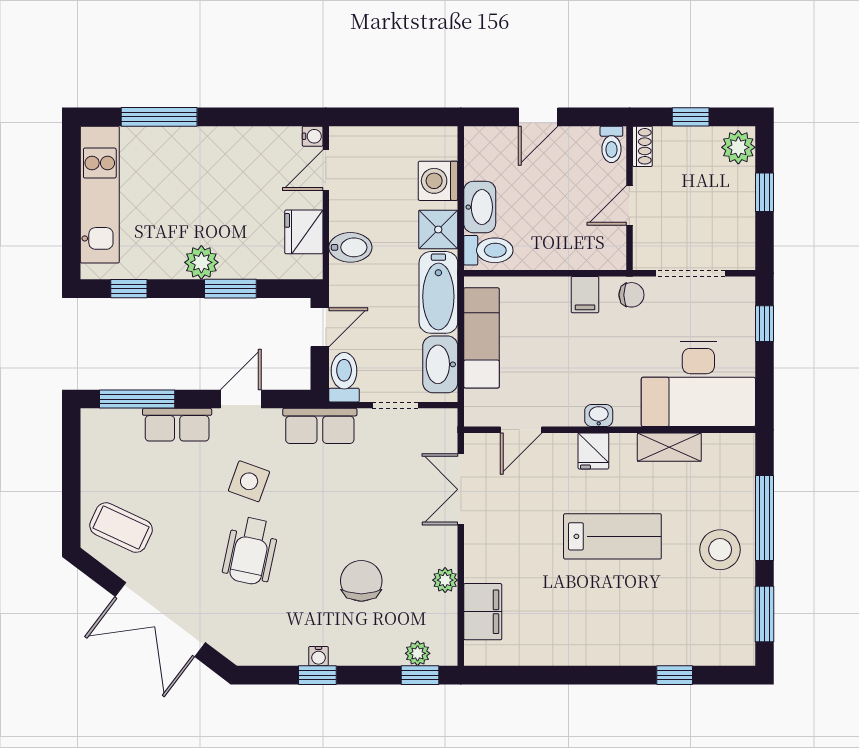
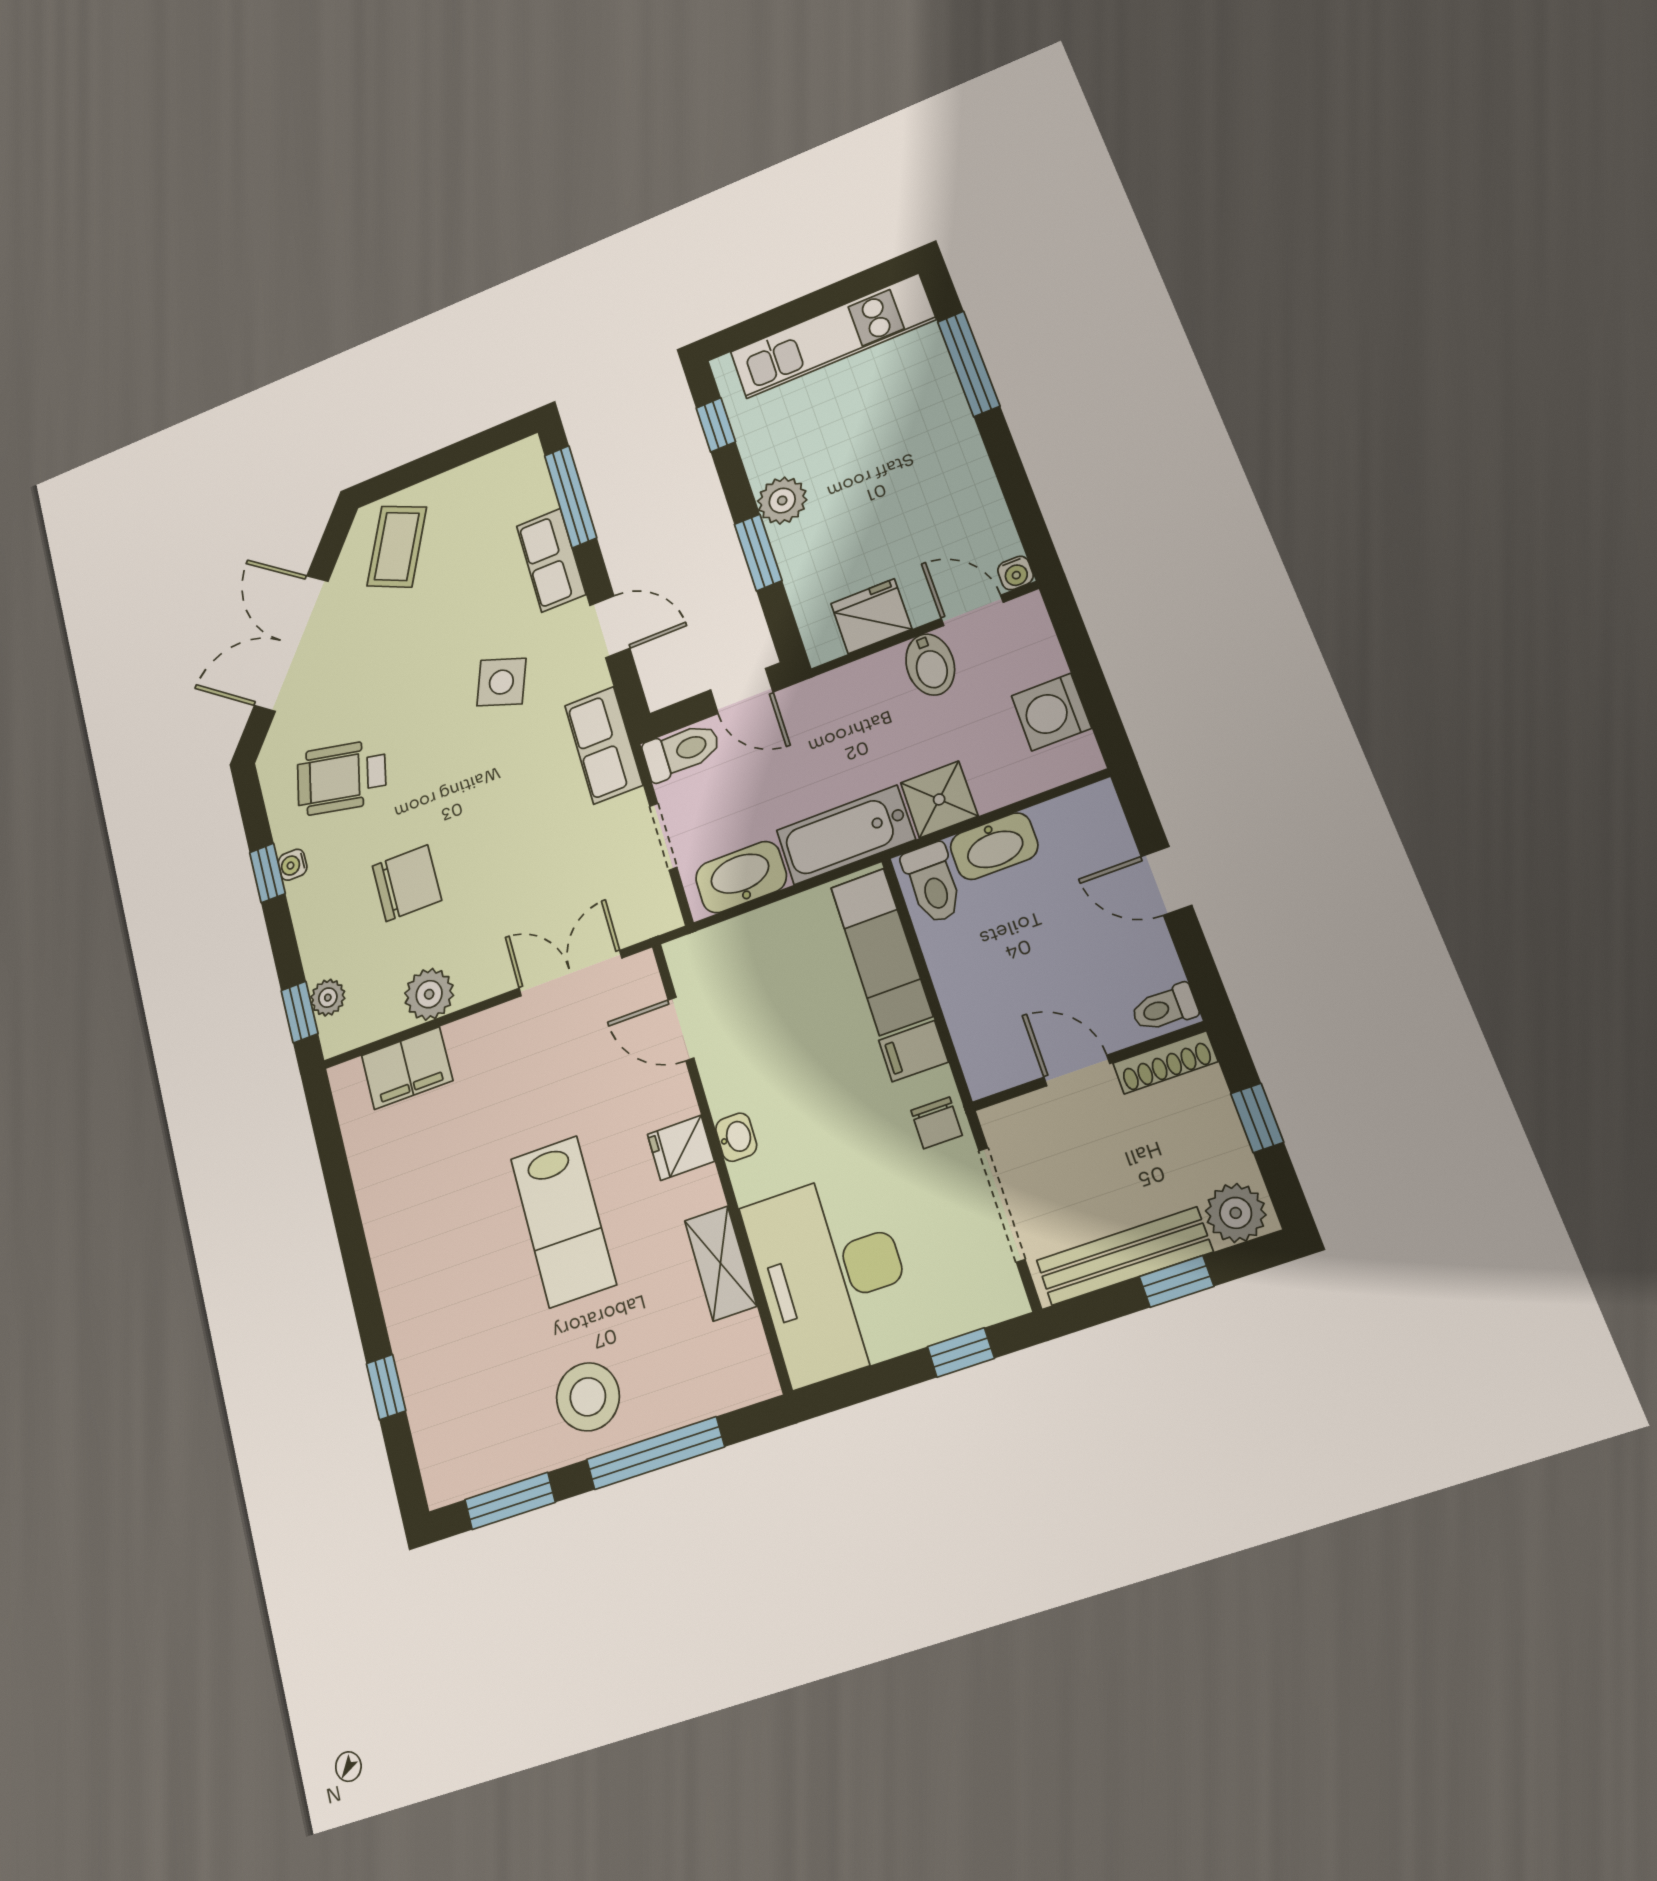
shoe rack: (642, 146) -> (1165, 1062), width x1.43
washing machine: (438, 181) -> (1051, 712), moved, turned -90
bench: (742, 215) -> (1124, 1256), added
bidet: (350, 247) -> (930, 665), moved
exam couch: (481, 338) -> (882, 951), moved, turned 90
wheelchair: (250, 551) -> (341, 777), moved
plant: (445, 580) -> (429, 994), width x1.38, depth x1.38

